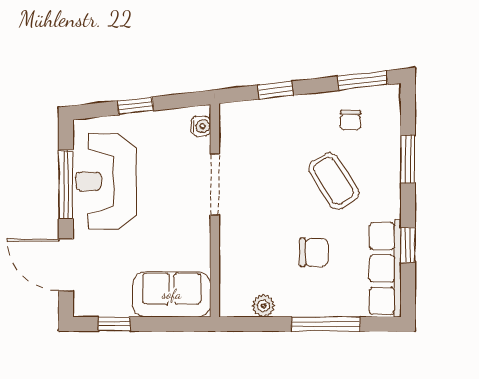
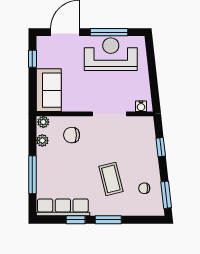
window: (135, 106) -> (152, 70), removed
window: (408, 159) -> (108, 220), moved
coffee table: (334, 181) -> (111, 179), turned -72
chair: (314, 252) -> (72, 135), moved, turned 90
plant: (230, 304) -> (43, 122), added

